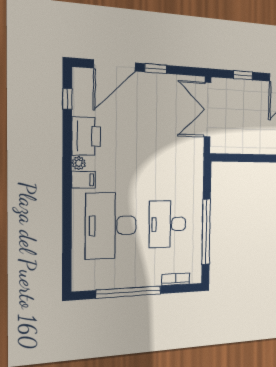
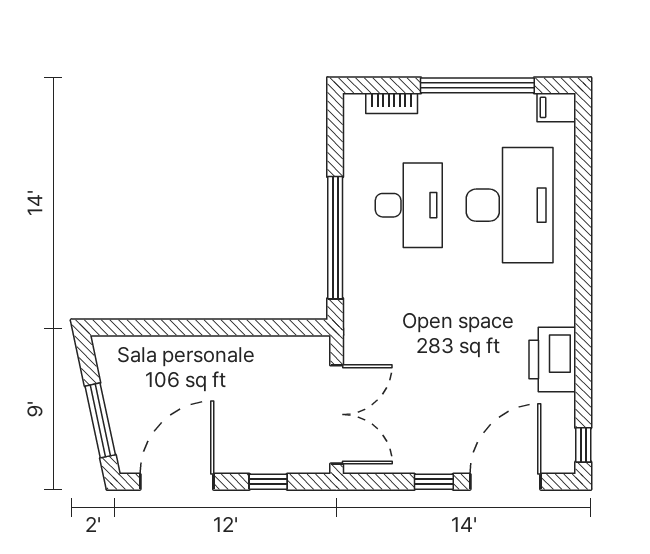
window: (67, 99) -> (583, 445), moved
plant: (79, 163) -> (564, 313), removed
filing cabinet: (83, 180) -> (556, 107), moved
window: (206, 232) -> (335, 238), moved

